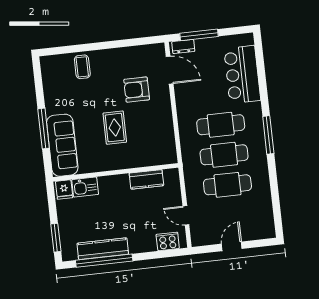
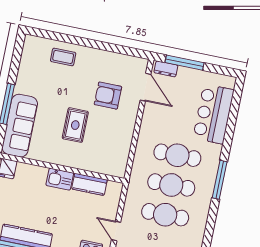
coffee table: (82, 67) -> (63, 57), turned 90
kitchen sink: (85, 187) -> (60, 179), moved

